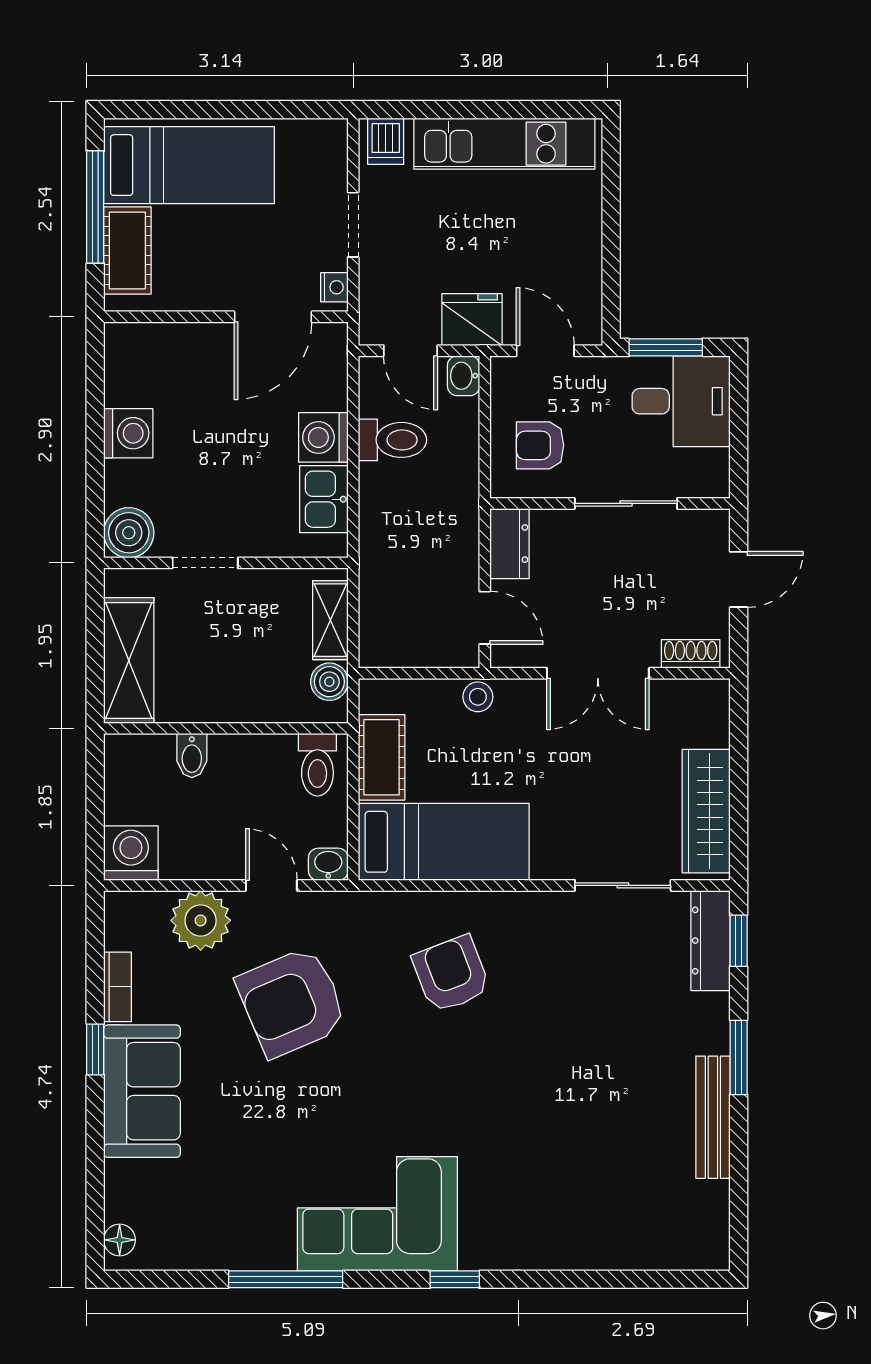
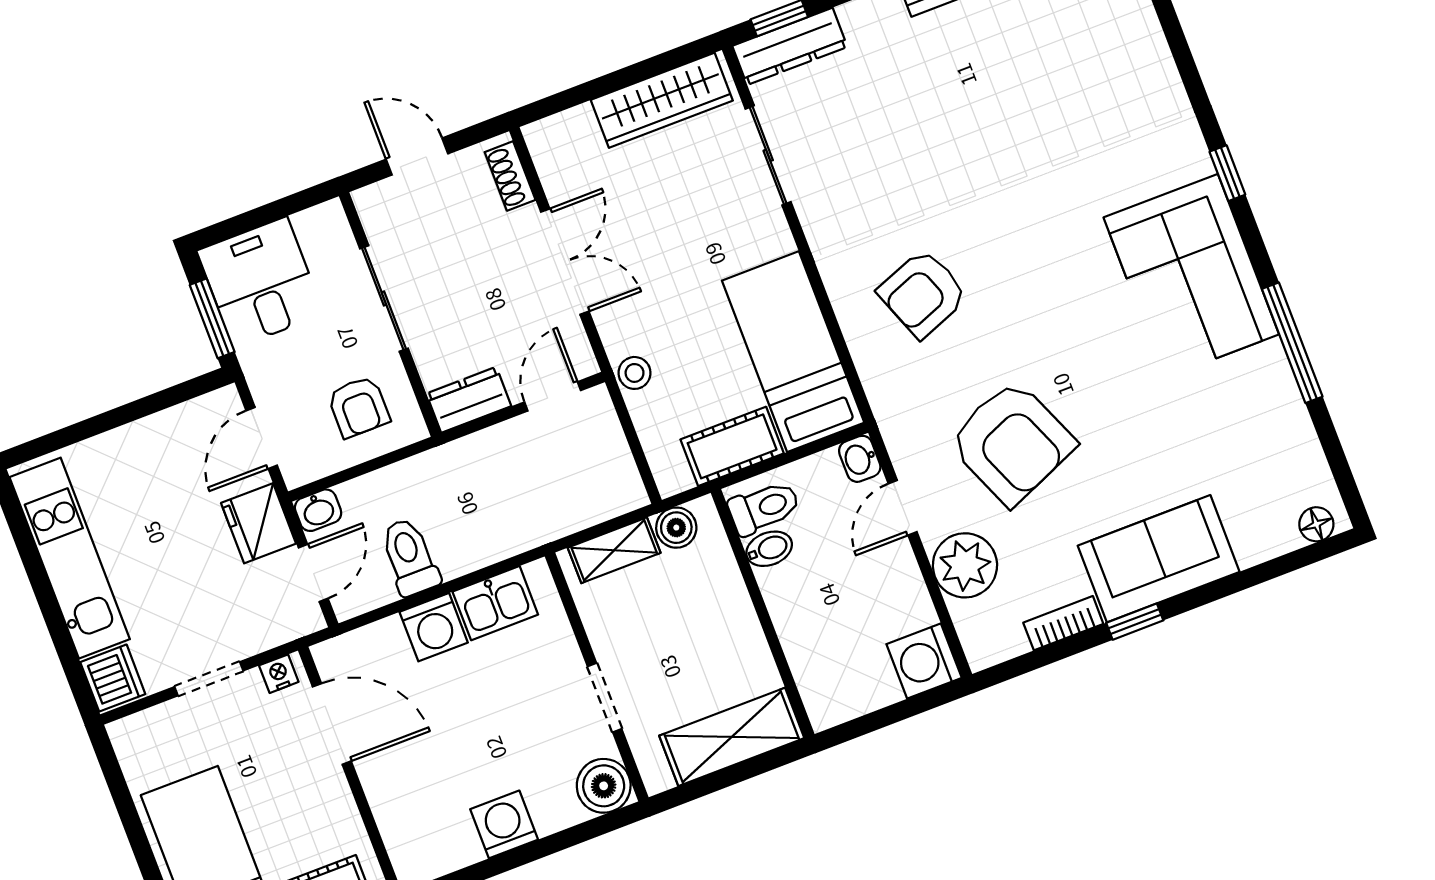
dishwasher: (386, 141) -> (113, 678), width x1.38
bidet: (192, 756) -> (769, 549), moved

